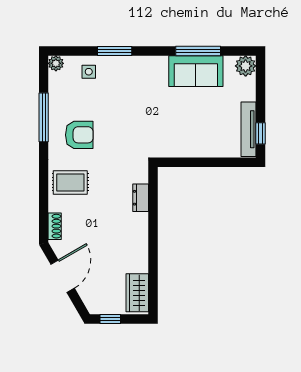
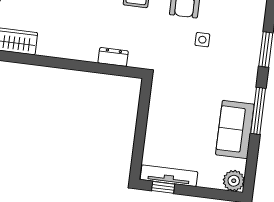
window: (198, 51) -> (258, 111), moved
side table: (89, 72) -> (202, 40), moved

